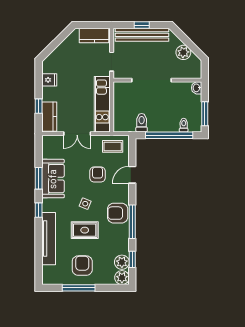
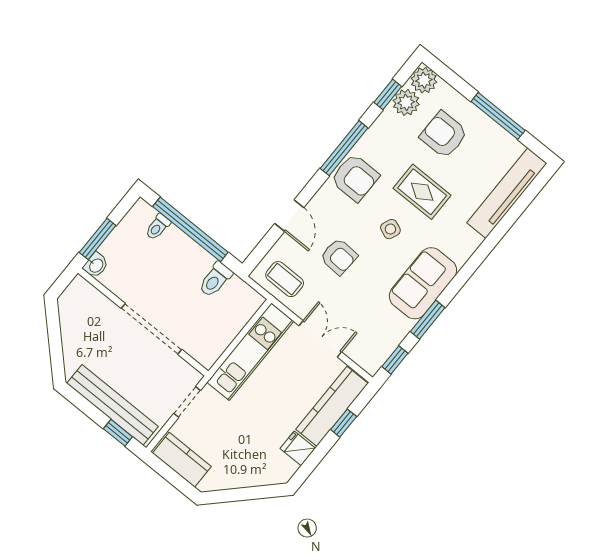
window: (142, 25) -> (118, 433), moved
plant: (183, 52) -> (74, 332), removed
window: (205, 114) -> (98, 239), moved
kitchen counter: (49, 117) -> (332, 406), width x1.50
armchair: (97, 174) -> (339, 257), turned -87
door: (132, 175) -> (289, 216), hinge flipped
sofa: (53, 179) -> (423, 283), moved
window: (39, 210) -> (395, 360), moved
tv unit: (49, 239) -> (507, 193), moved
armchair: (82, 266) -> (444, 135), moved, turned 90

